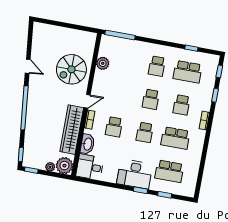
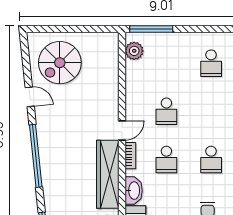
plant: (103, 63) -> (134, 51), moved
spiral stairs: (71, 69) -> (60, 63), moved
school desk: (151, 99) -> (166, 111), moved

